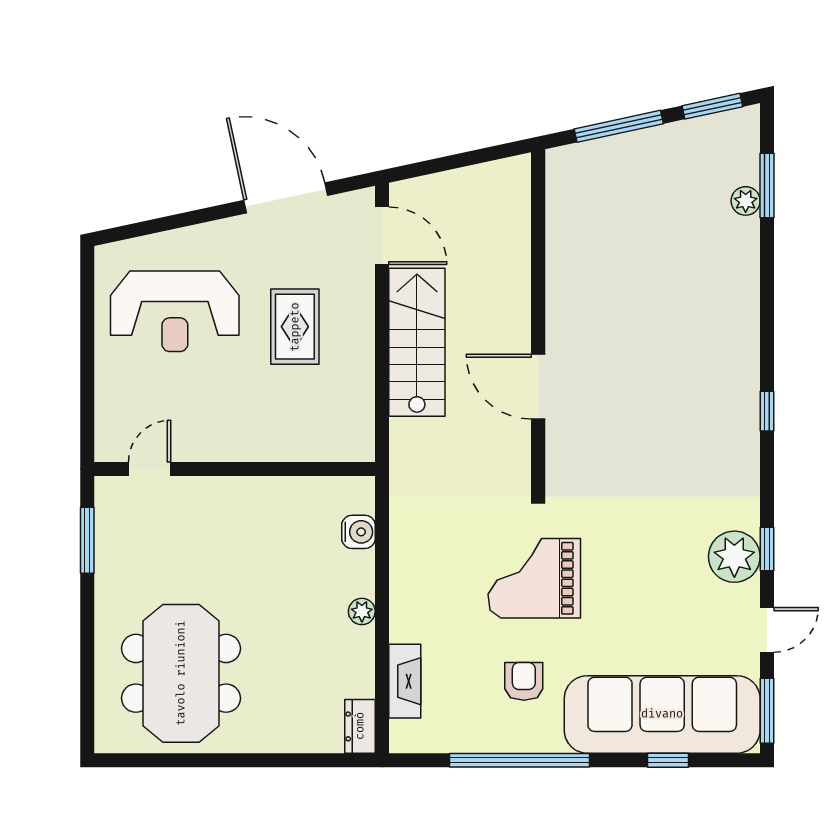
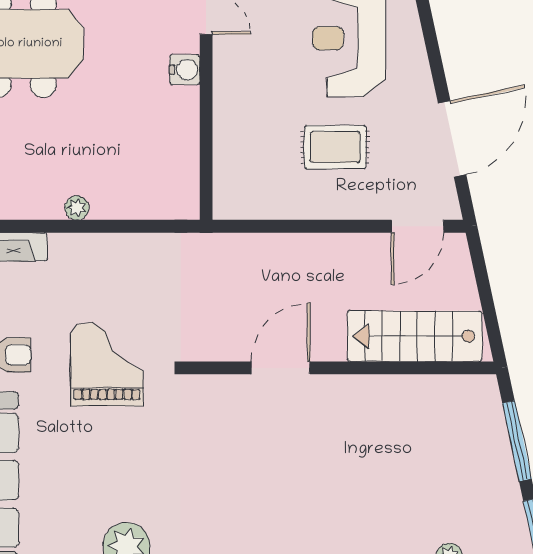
stairs: (417, 342) -> (415, 336), moved, turned 180
water cooler: (358, 532) -> (185, 70), moved, turned -90

